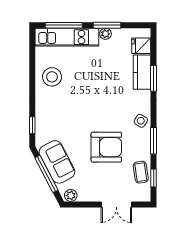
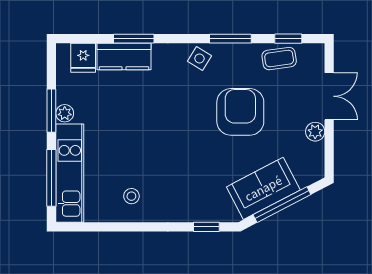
stool: (52, 77) -> (131, 196), width x0.53, depth x0.53
plant: (71, 195) -> (315, 132), moved

